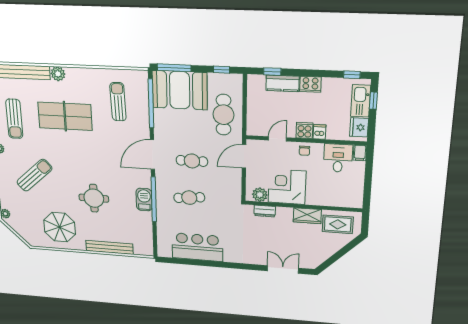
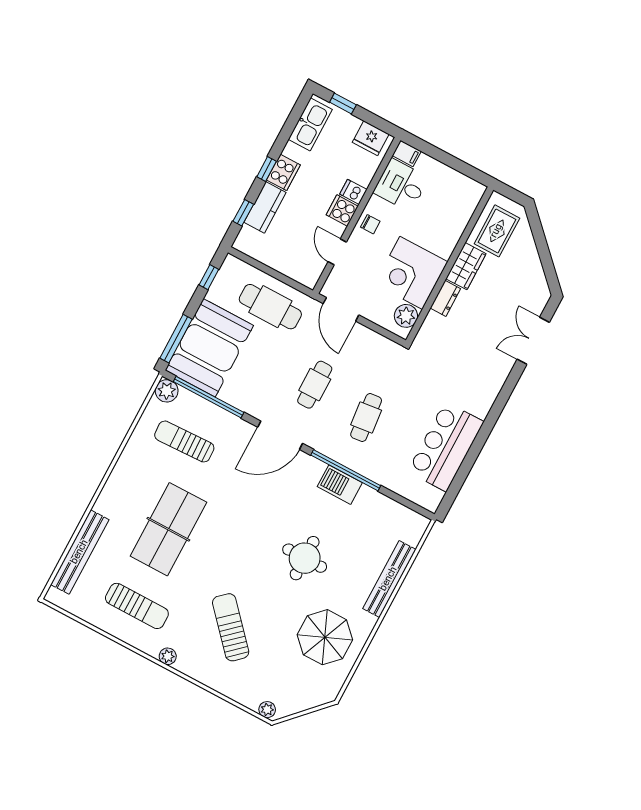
plant: (58, 74) -> (167, 391), moved
window: (352, 75) -> (267, 169), moved
kitchen sink: (361, 101) -> (310, 124), moved, turned -90
door: (152, 155) -> (280, 435), hinge flipped
dresser: (265, 211) -> (445, 298), moved

